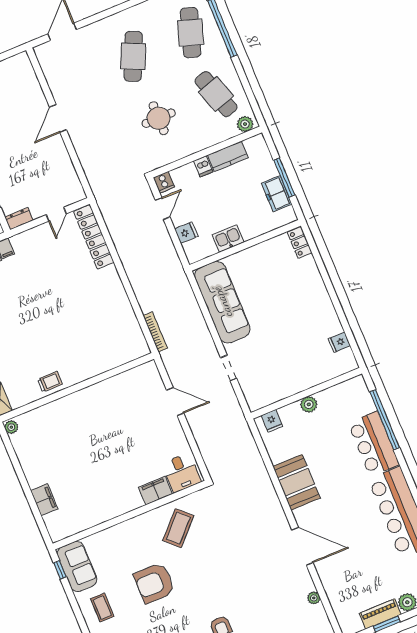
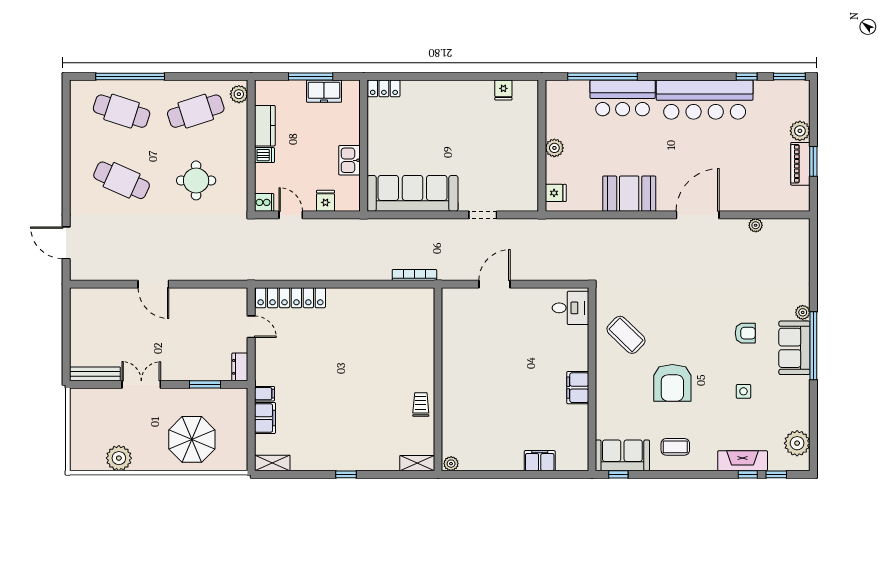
filing cabinet: (155, 491) -> (578, 388), moved

